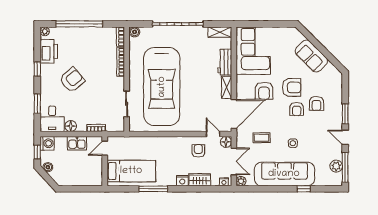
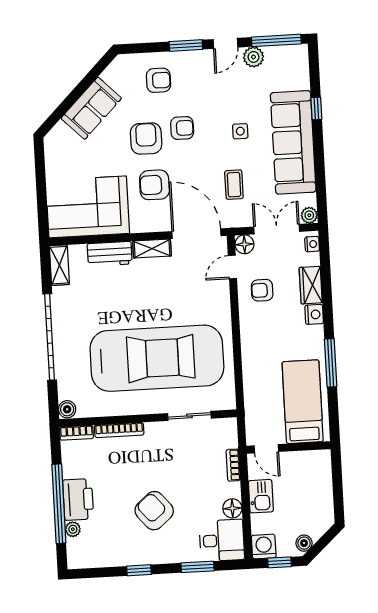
plant: (45, 31) -> (73, 529), moved
printer: (49, 51) -> (78, 499), moved, turned 90
armchair: (264, 91) -> (154, 185), turned 180
armchair: (316, 103) -> (158, 80), moved
plant: (336, 166) -> (253, 57), moved

